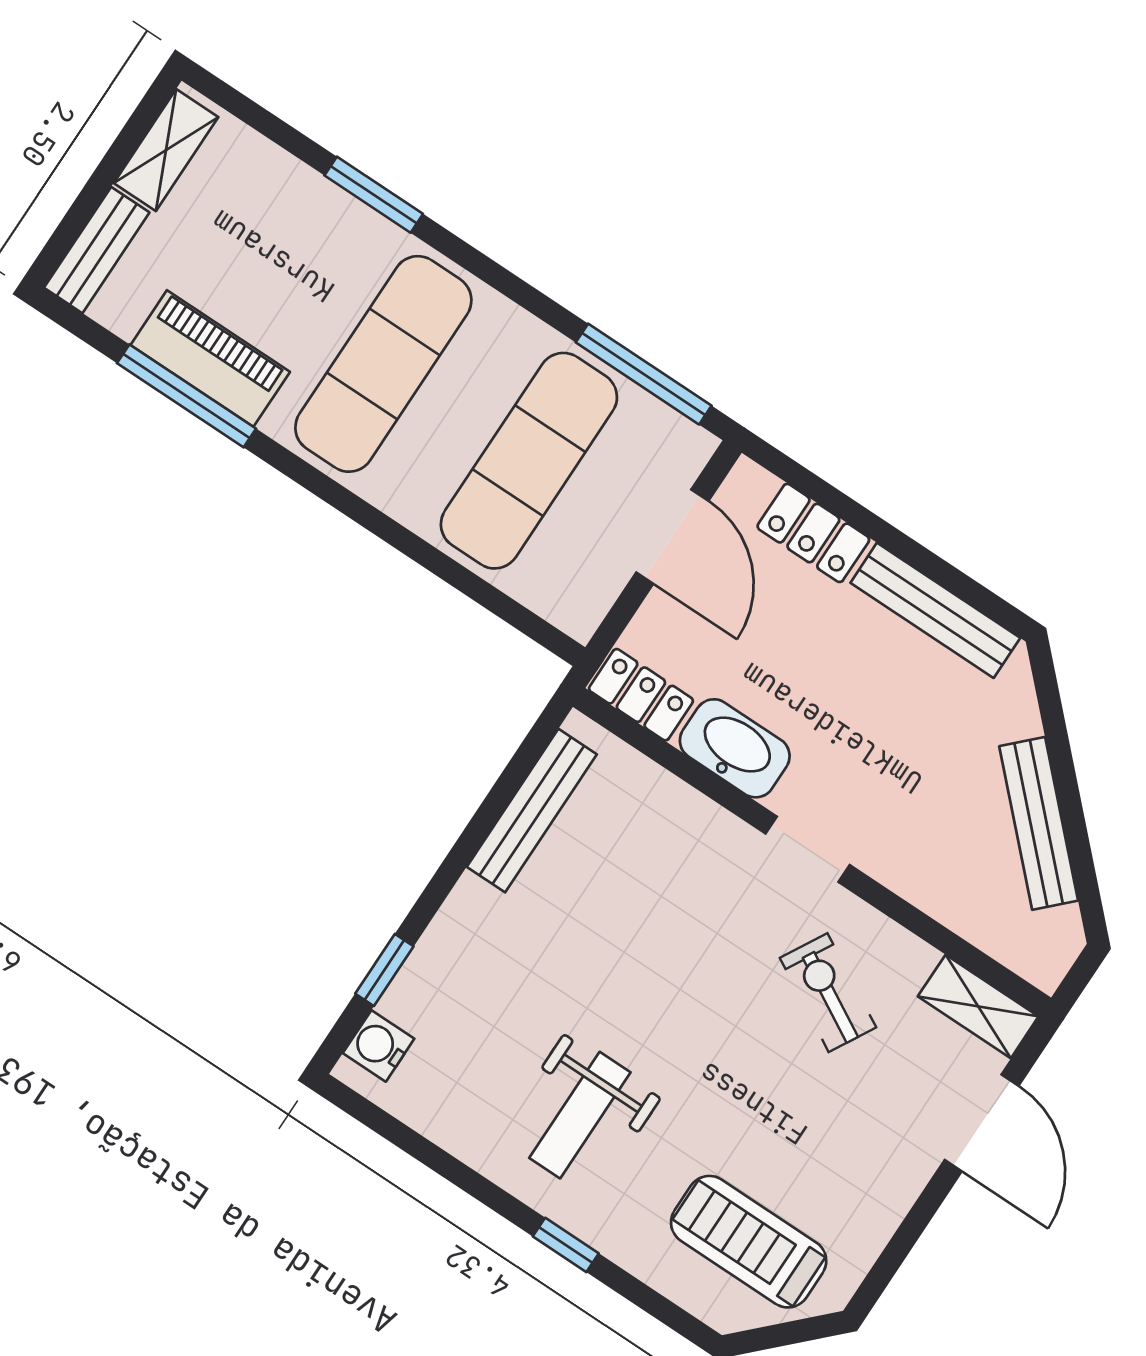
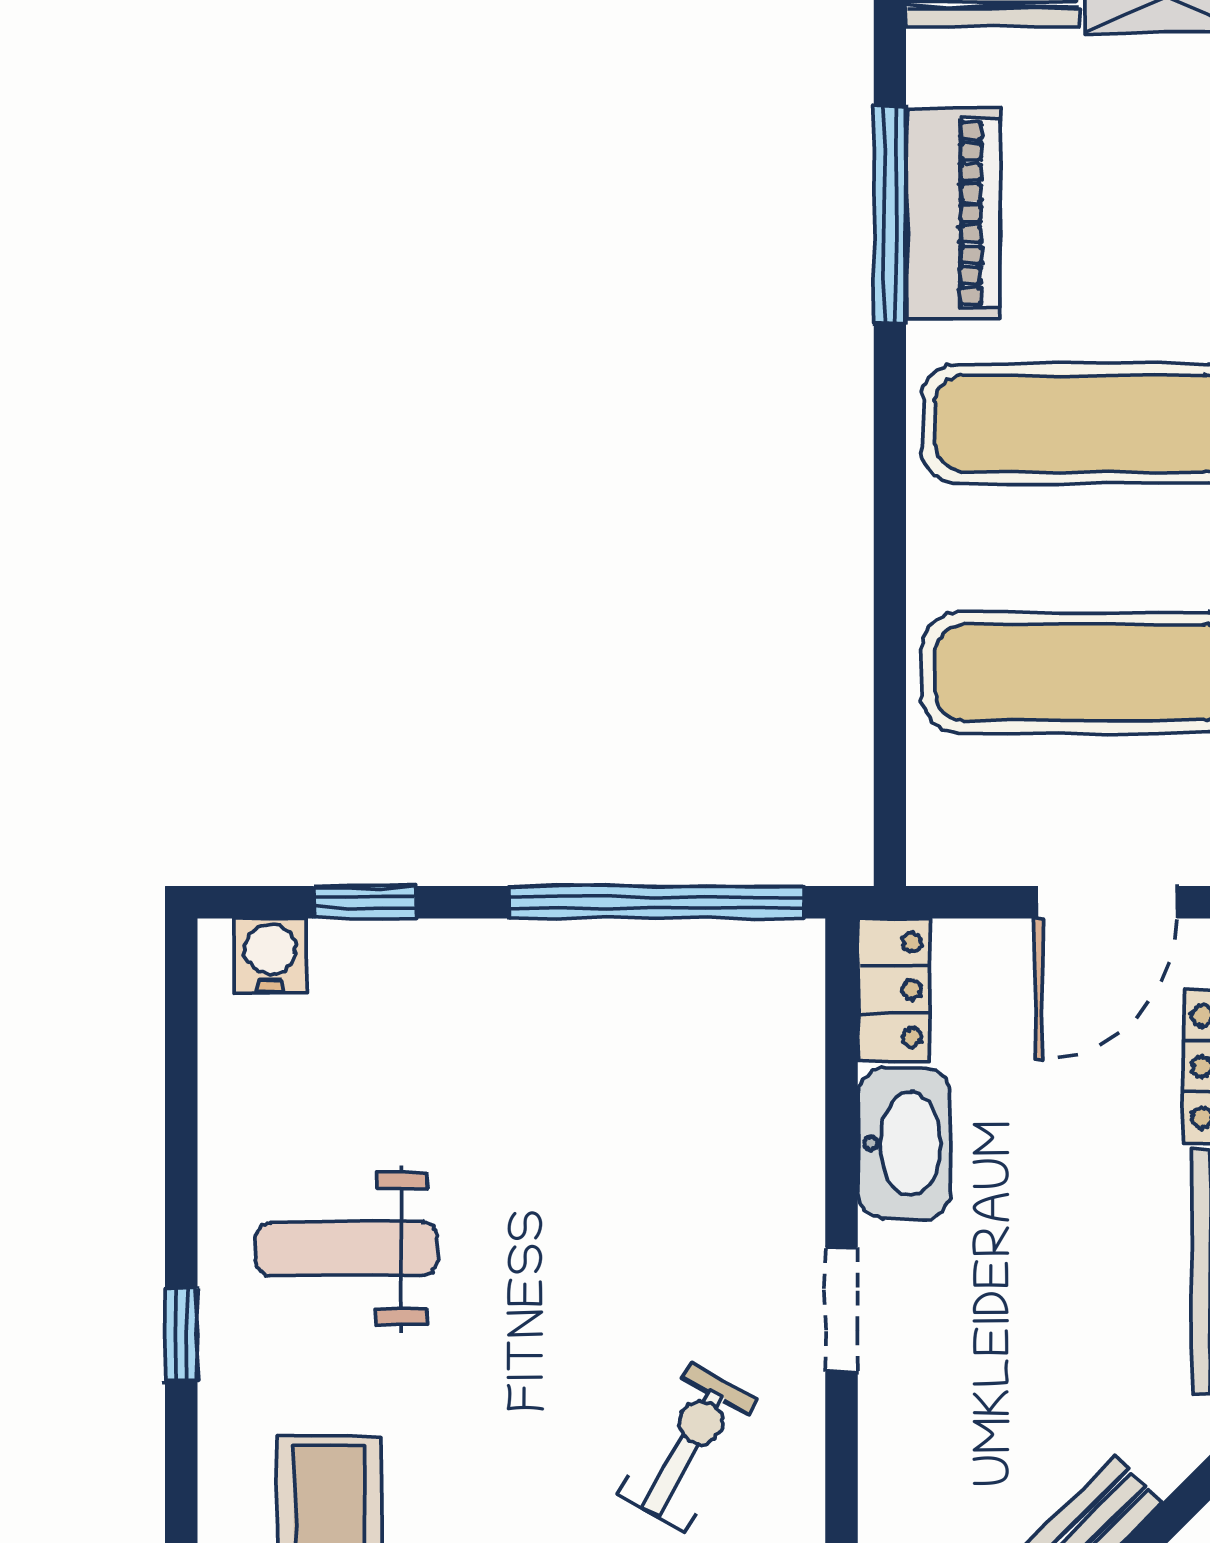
window: (498, 800) -> (656, 902), added
bench: (532, 811) -> (670, 951), removed

